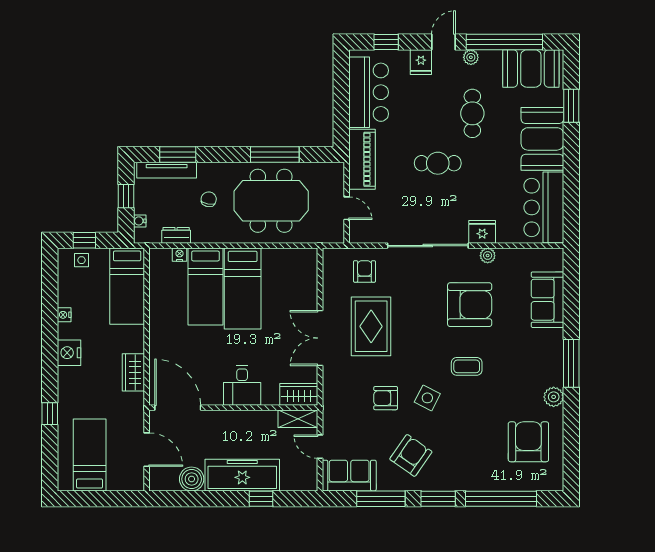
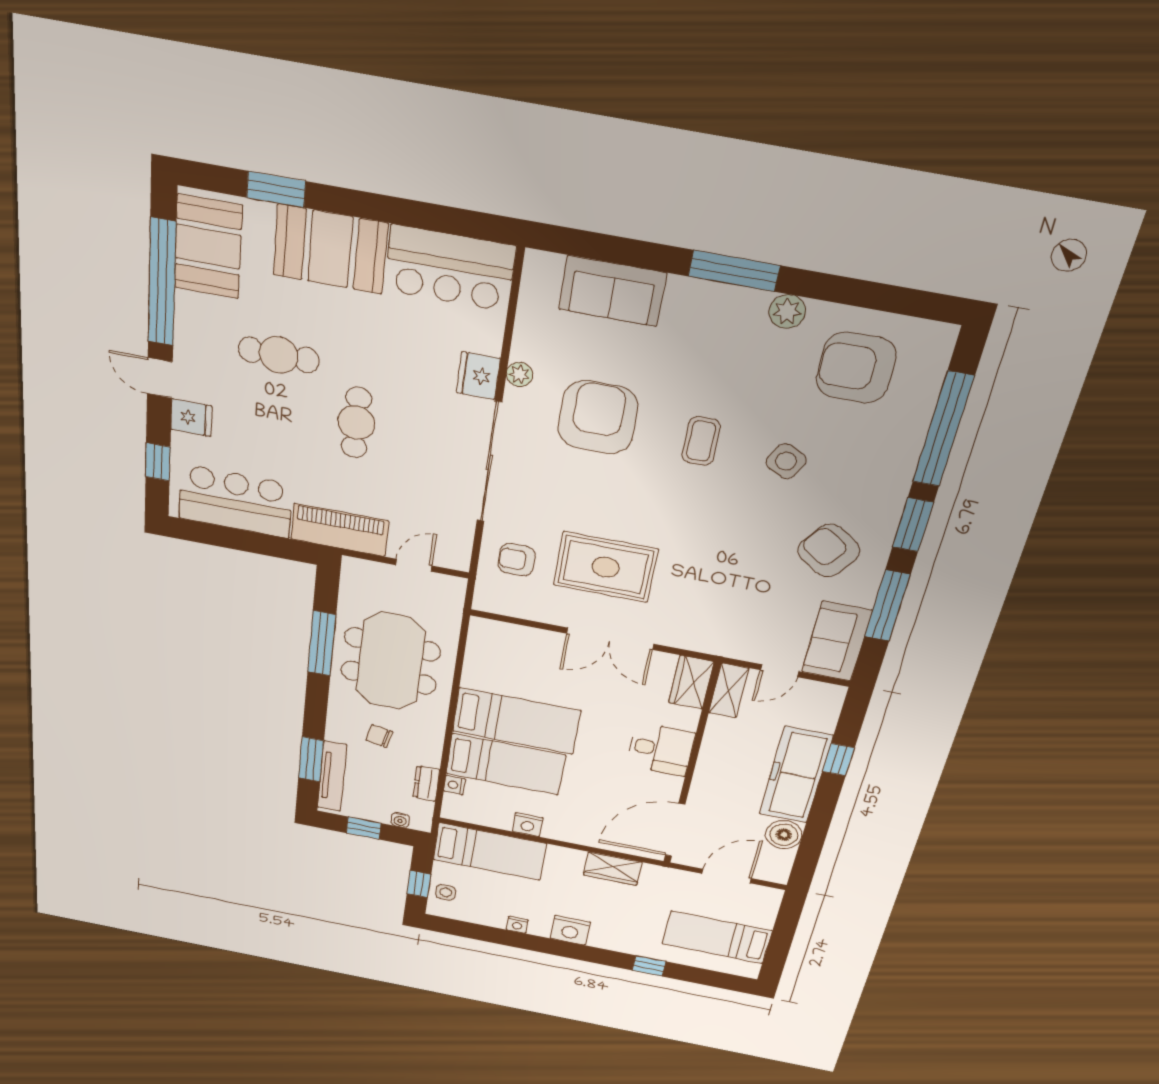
plant: (471, 57) -> (186, 340), removed
nightstand: (158, 309) -> (528, 825), added
armchair: (386, 398) -> (726, 569), removed
side table: (427, 398) -> (786, 461), moved

